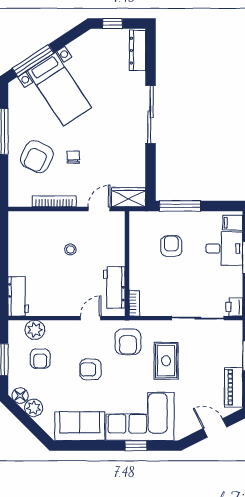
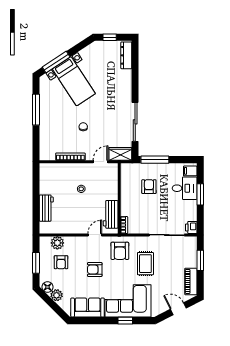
sliding door: (150, 114) -> (135, 122), moved
armchair: (37, 157) -> (59, 127), removed
workbench: (18, 296) -> (46, 208), moved

